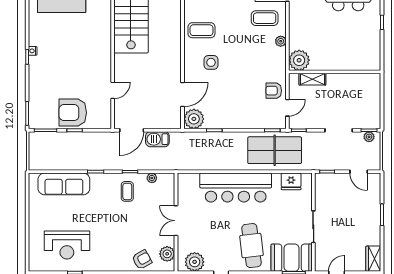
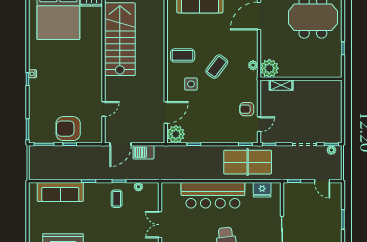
coffee table: (265, 18) -> (217, 67), moved, turned -53
plant: (299, 60) -> (269, 68), moved
wall: (335, 72) -> (301, 79), moved
shelving: (312, 79) -> (281, 85), moved

